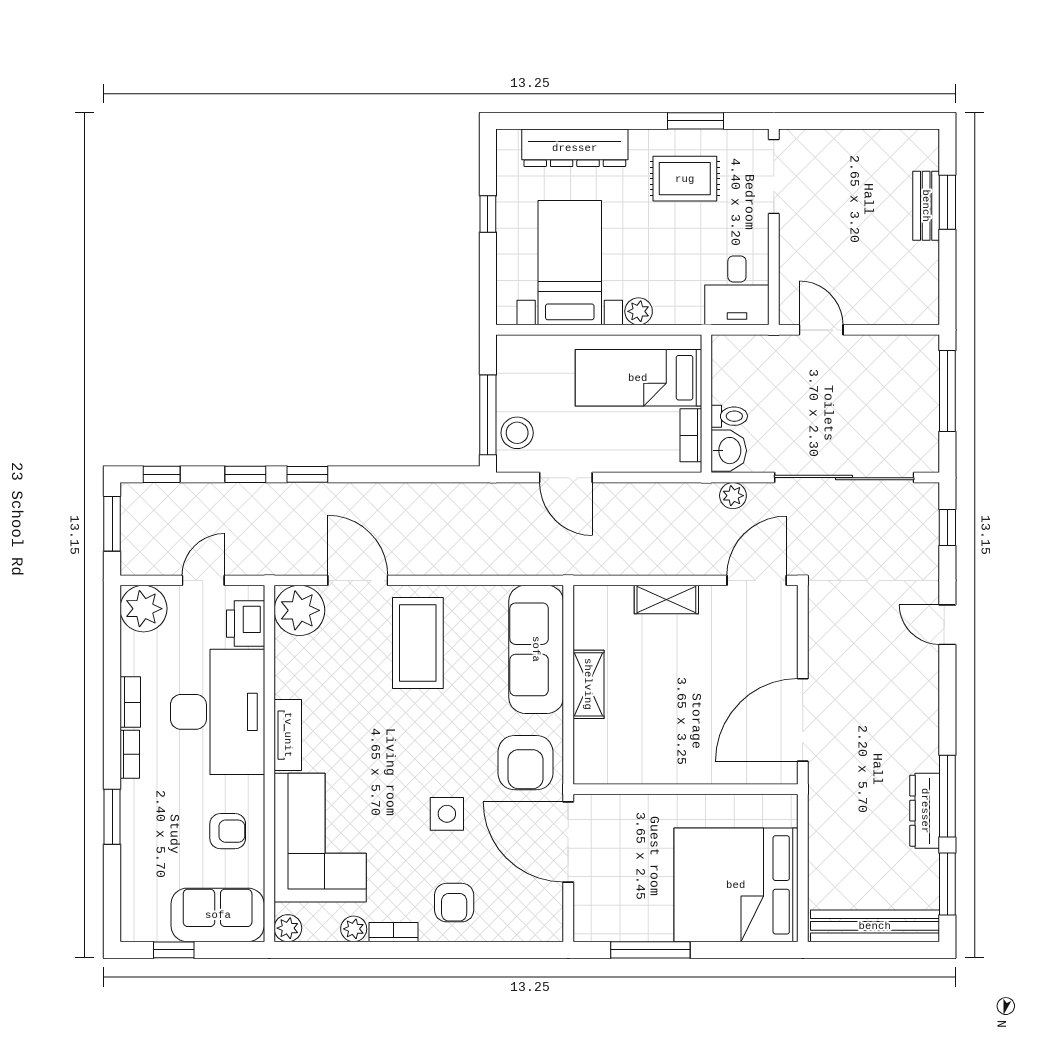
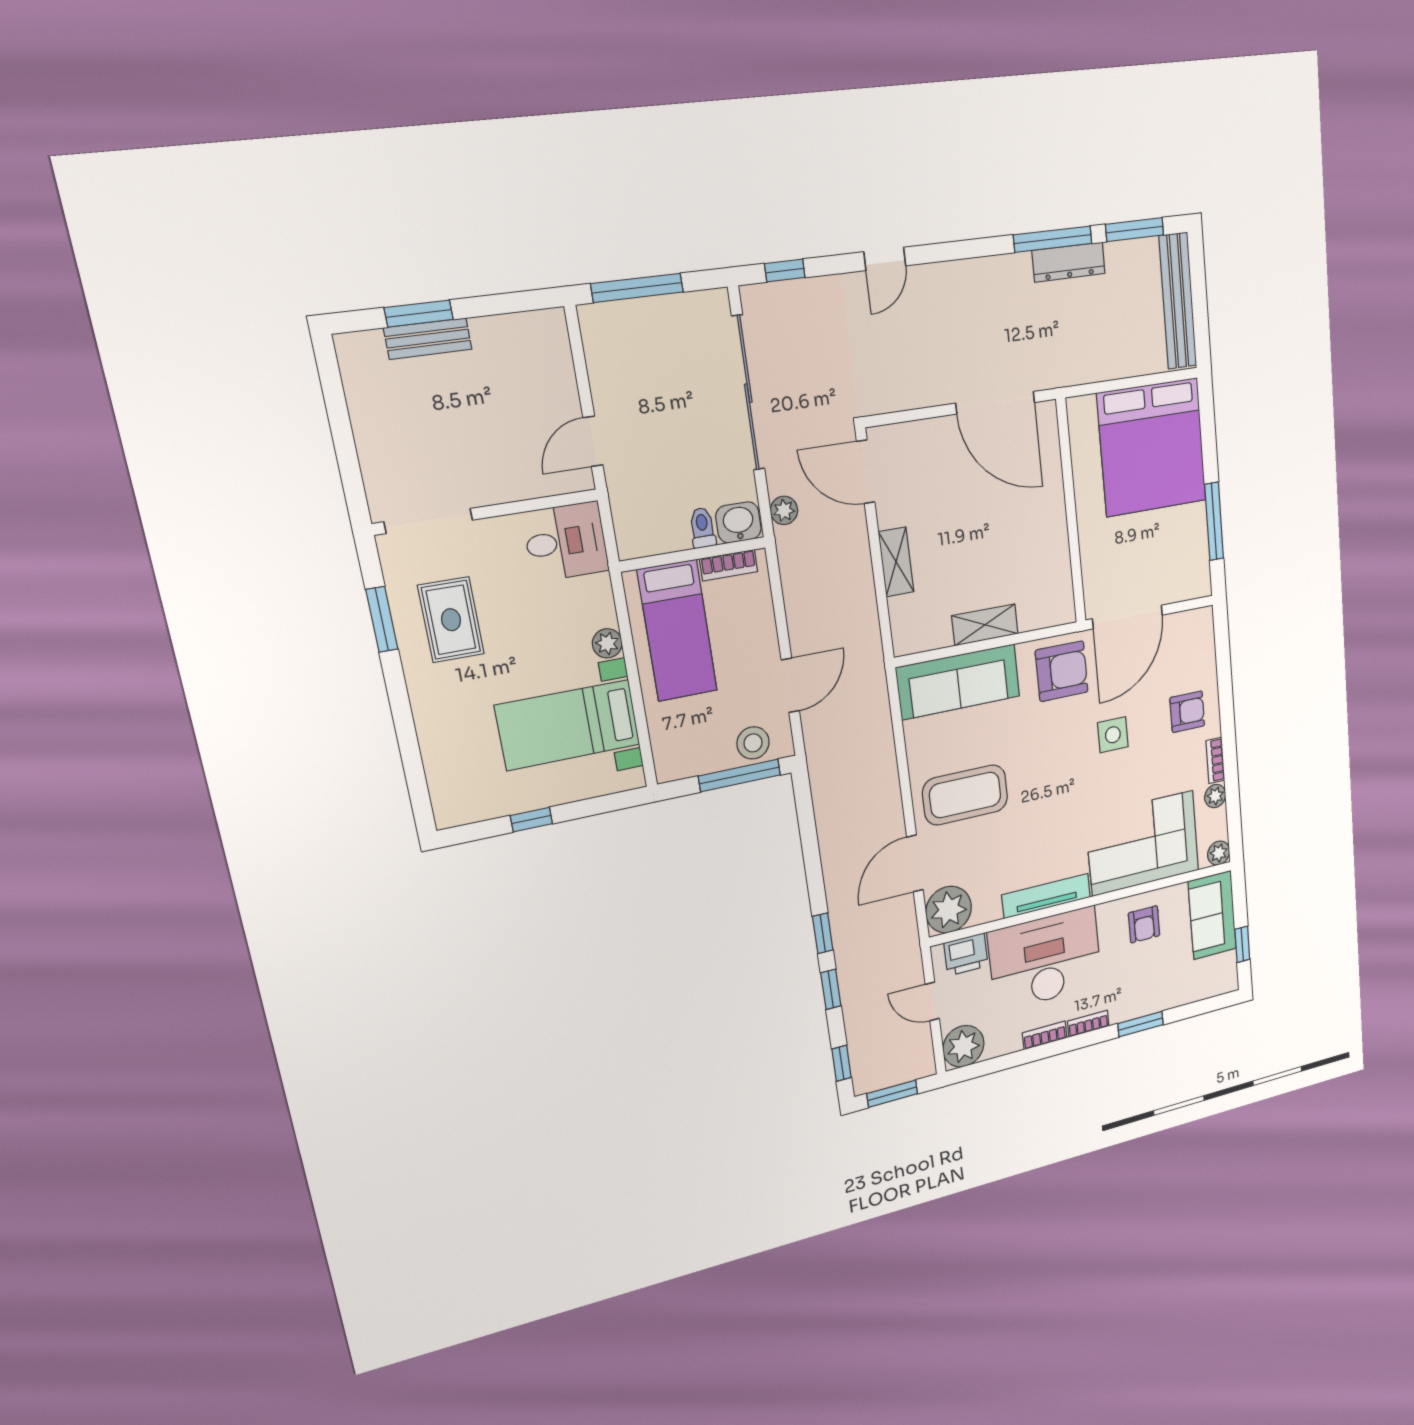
dresser: (575, 148) -> (440, 744), removed
tv unit: (288, 735) -> (1046, 896), width x1.41
armchair: (228, 831) -> (1144, 924), turned 180

